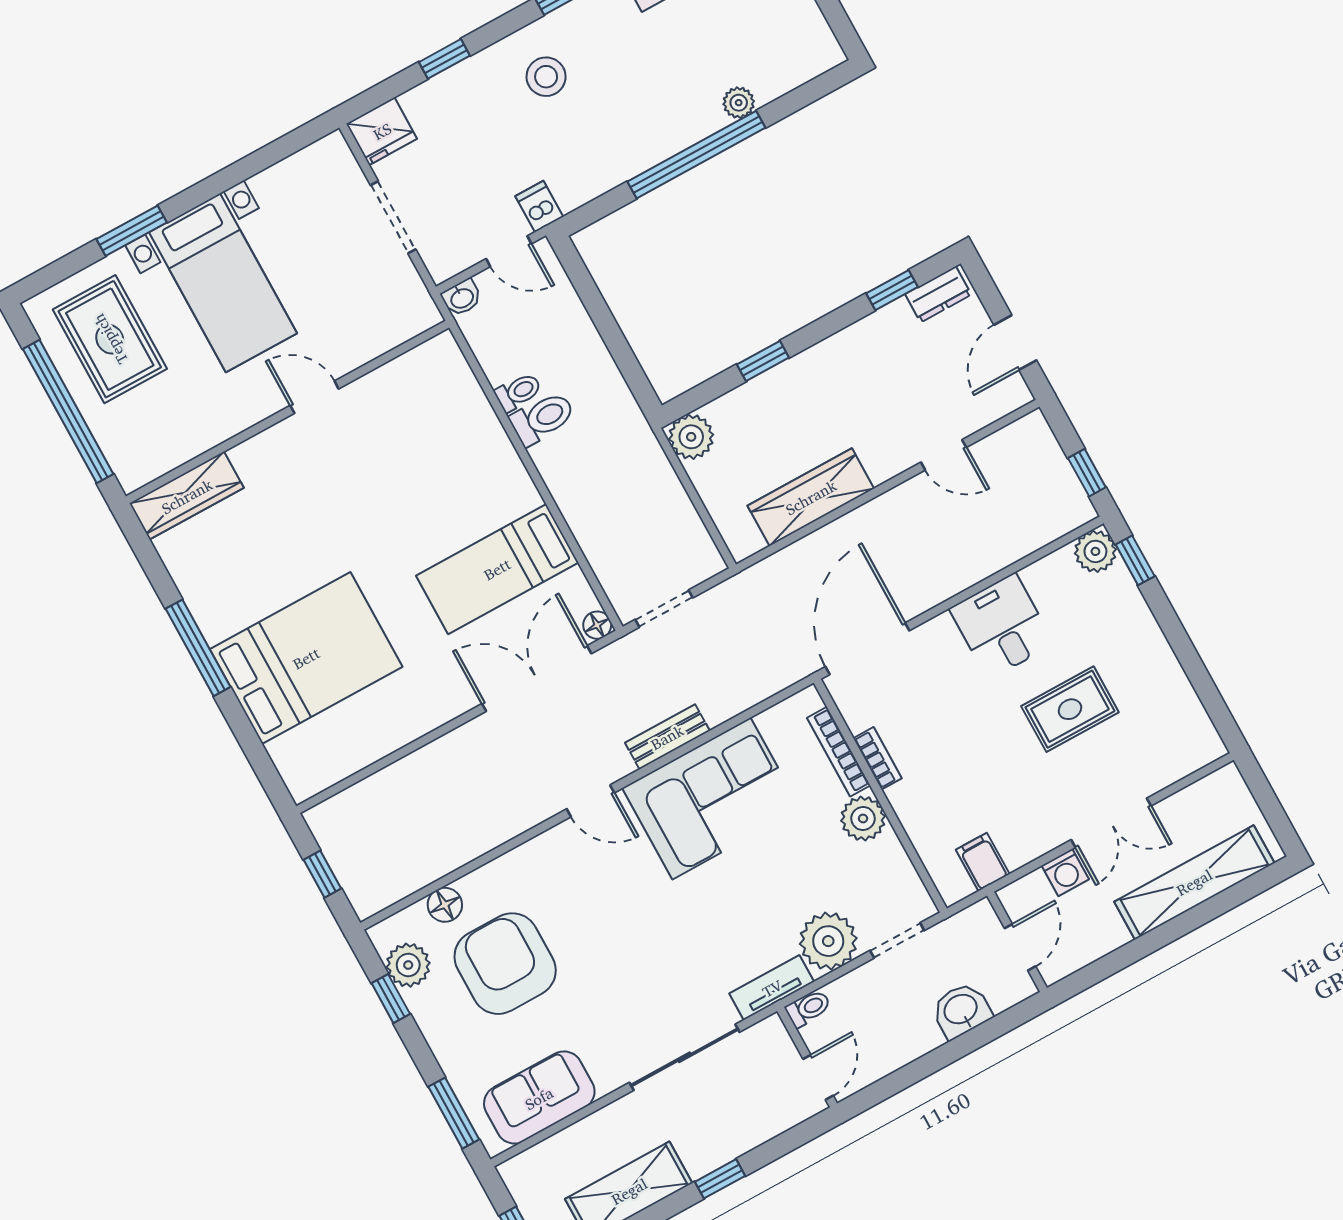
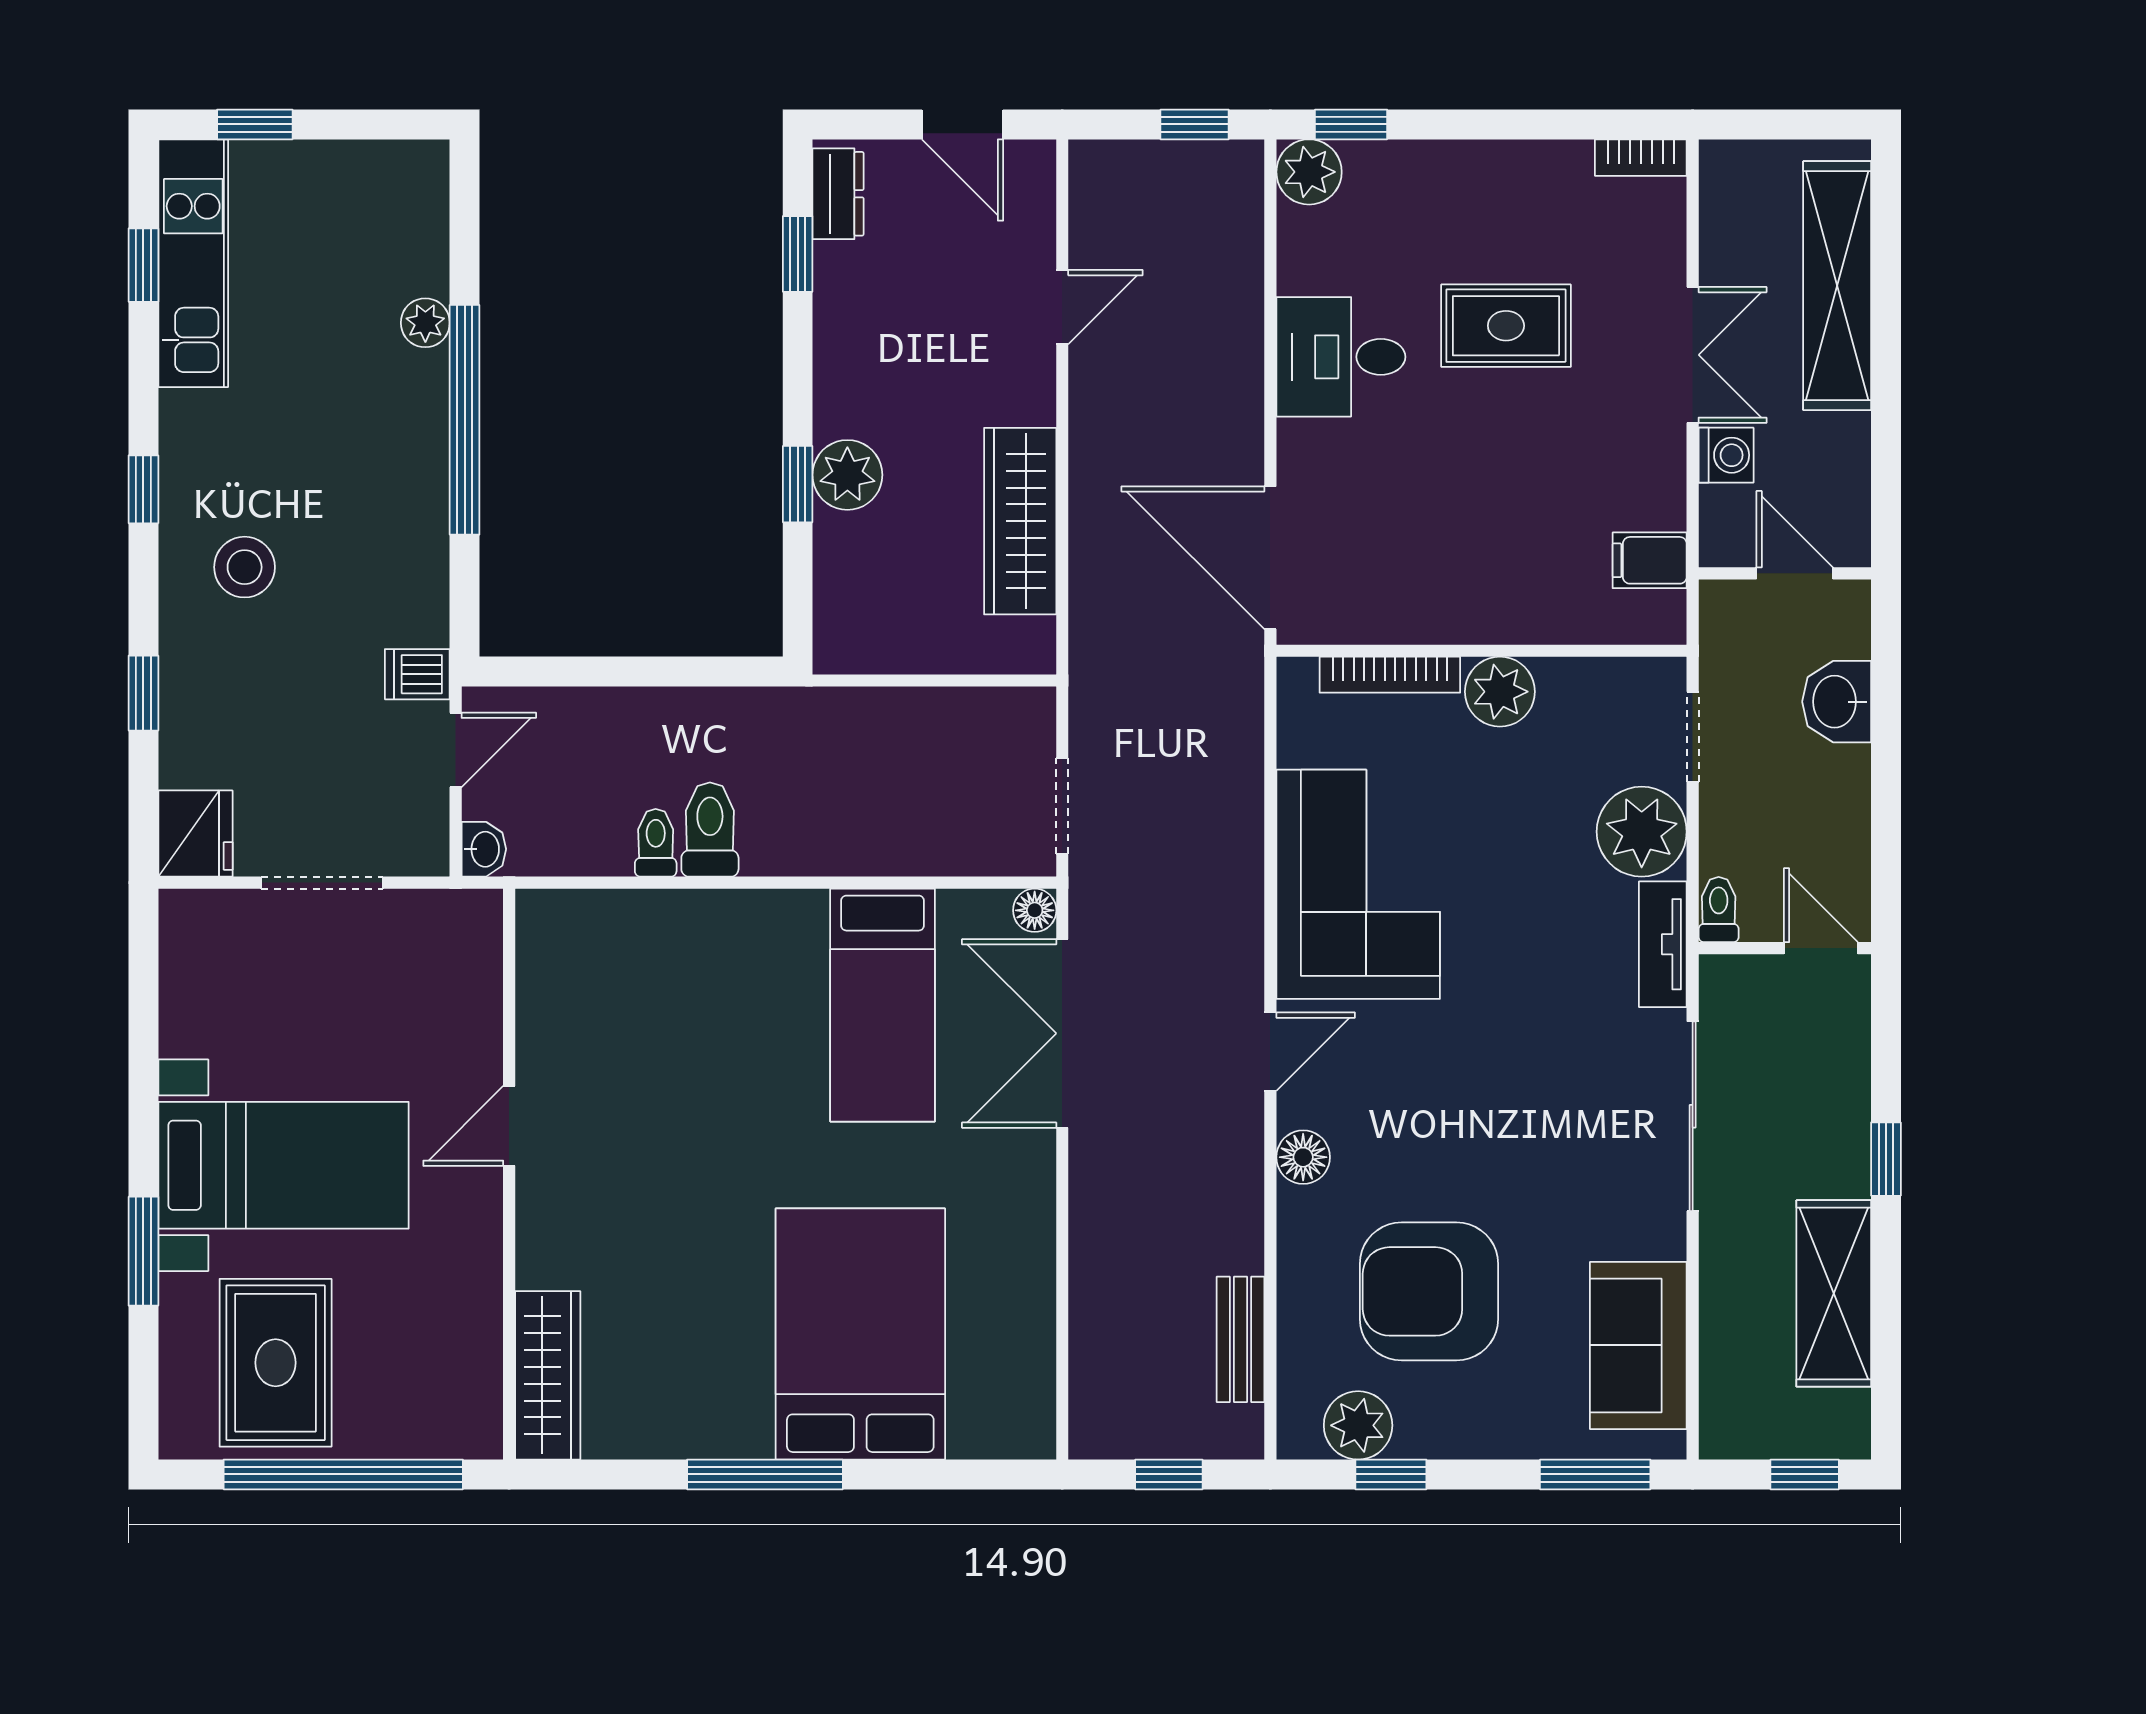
rug: (110, 339) -> (276, 1363), turned 90
plant: (691, 437) -> (847, 475), moved
rug: (1070, 709) -> (1506, 326), turned 90
bench: (667, 737) -> (1241, 1339), moved
bookcase: (878, 758) -> (1641, 158), moved, turned 180
floor lamp: (445, 905) -> (1303, 1157), moved

